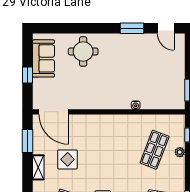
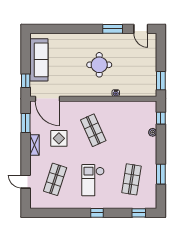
round table: (83, 51) -> (99, 65), moved
sofa: (43, 58) -> (39, 60), width x1.36
window: (28, 75) -> (26, 81), moved
shop shelf: (155, 150) -> (93, 130), moved, turned -45

